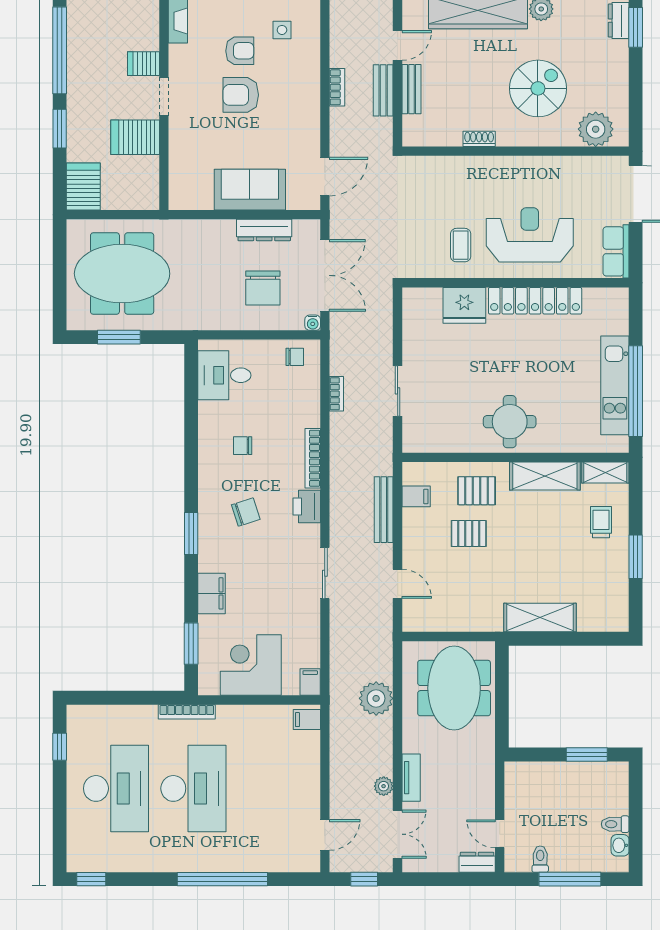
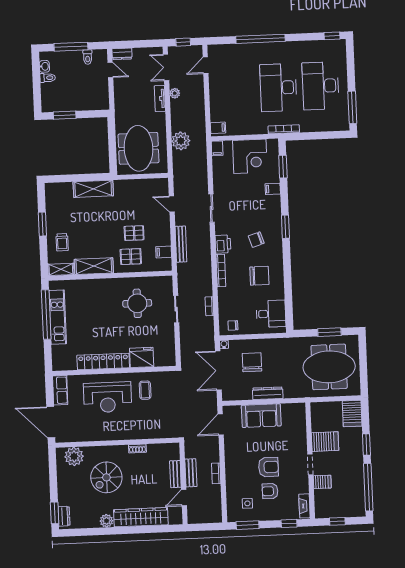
dresser: (264, 230) -> (268, 393), moved
round table: (510, 422) -> (137, 303), moved
chair: (243, 446) -> (259, 276), width x1.87, depth x1.87
filing cabinet: (212, 593) -> (273, 189), width x0.50
window: (60, 747) -> (352, 107), width x2.17

